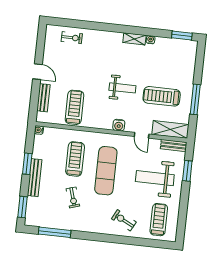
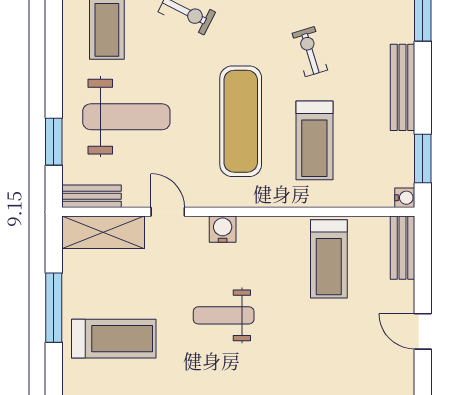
treadmill: (162, 96) -> (114, 339), moved
bench: (43, 98) -> (402, 248), moved
window: (27, 164) -> (423, 158), moved

